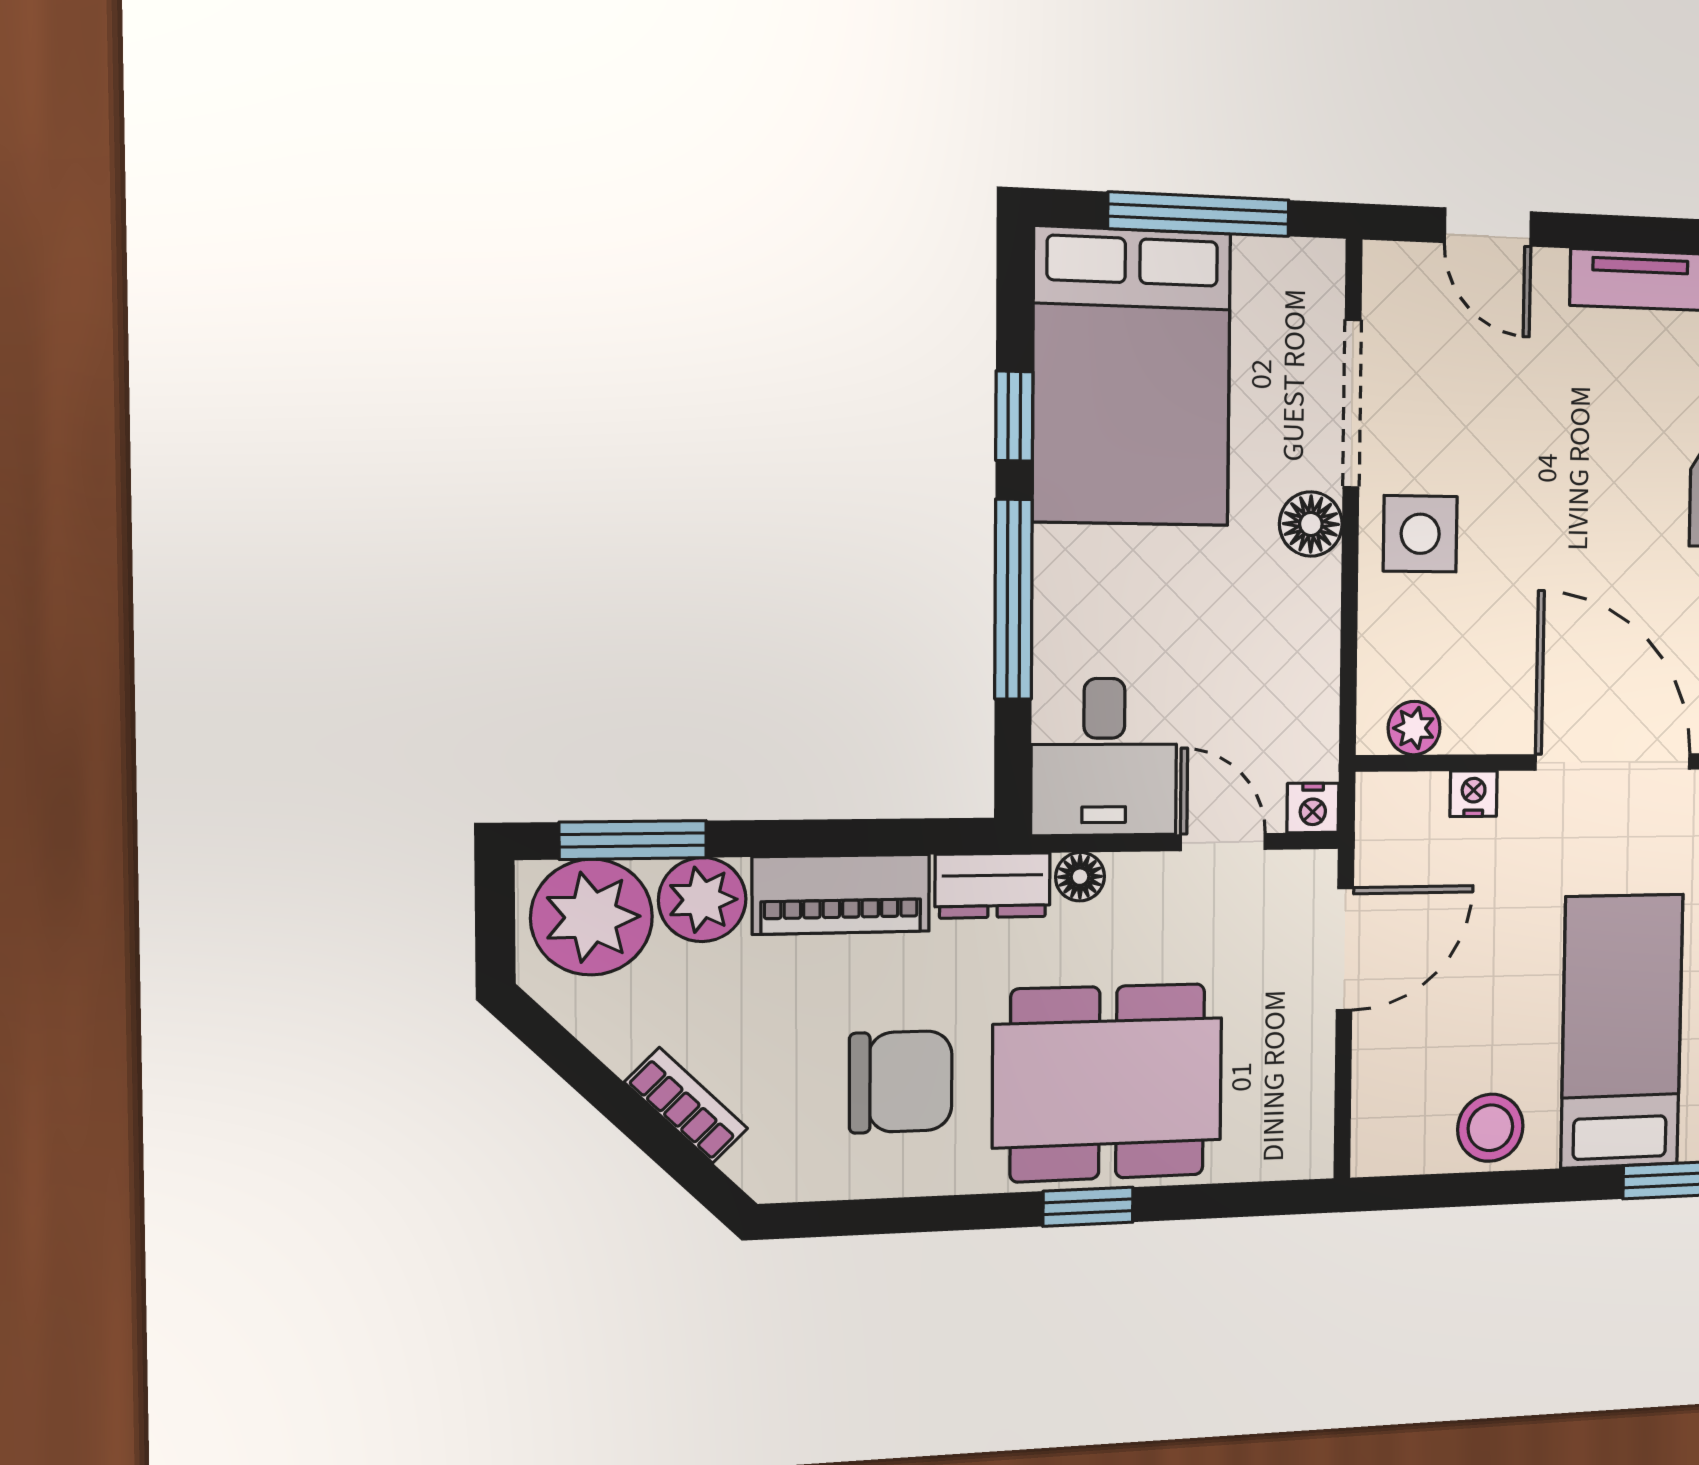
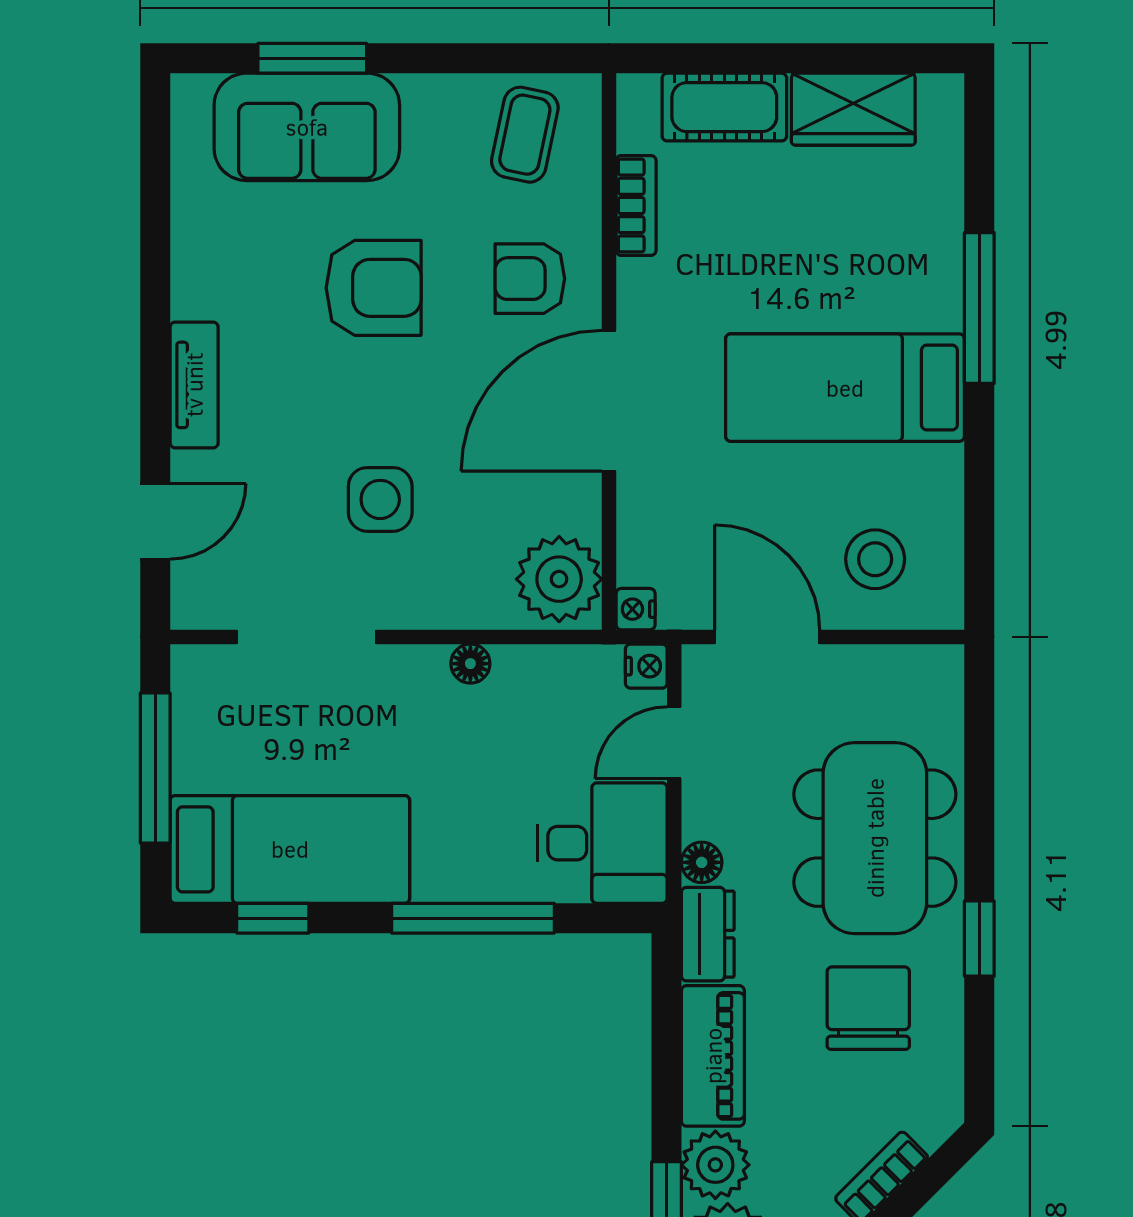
bed: (1132, 377) -> (290, 849), width x0.67
window: (1014, 416) -> (273, 918), moved
floor lamp: (1311, 524) -> (470, 664), moved, width x0.73, depth x0.73
side table: (1420, 534) -> (380, 499), moved
plant: (1414, 728) -> (559, 579), width x1.87, depth x1.87
nightstand: (1474, 794) -> (636, 609), moved
stool: (1490, 1128) -> (875, 559), moved
window: (1088, 1207) -> (979, 939), moved

